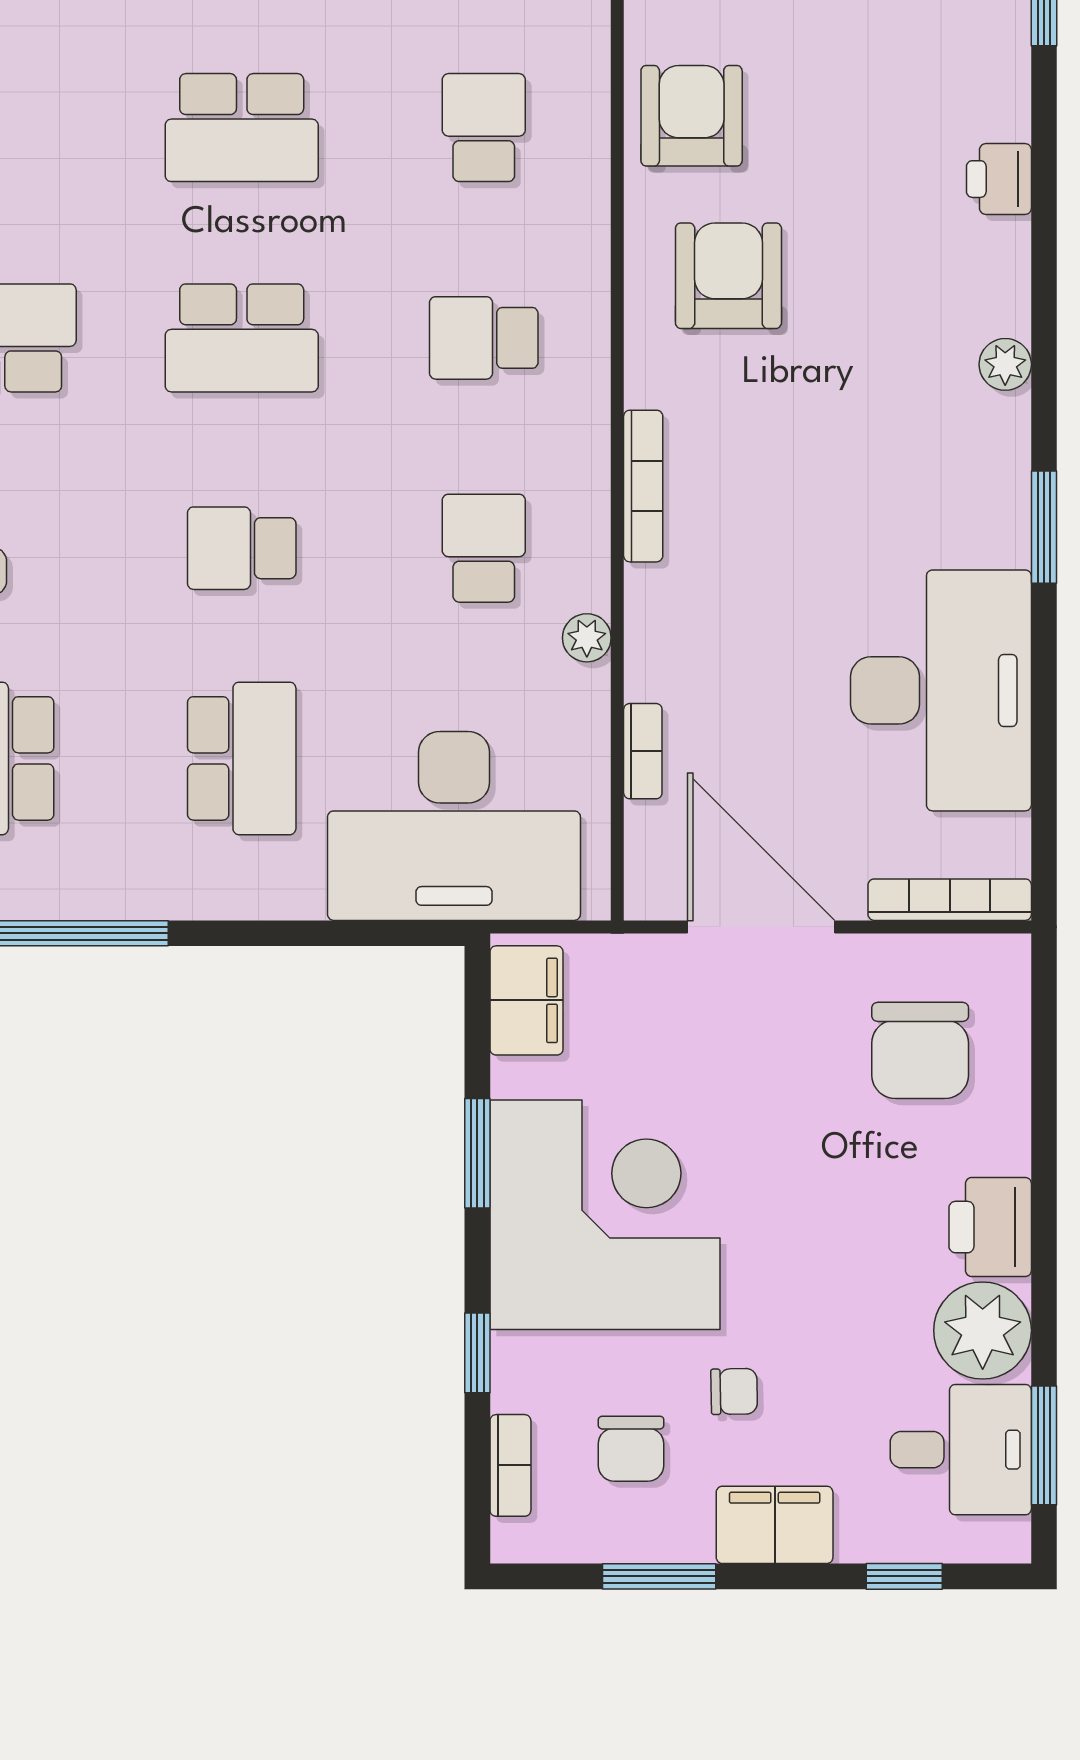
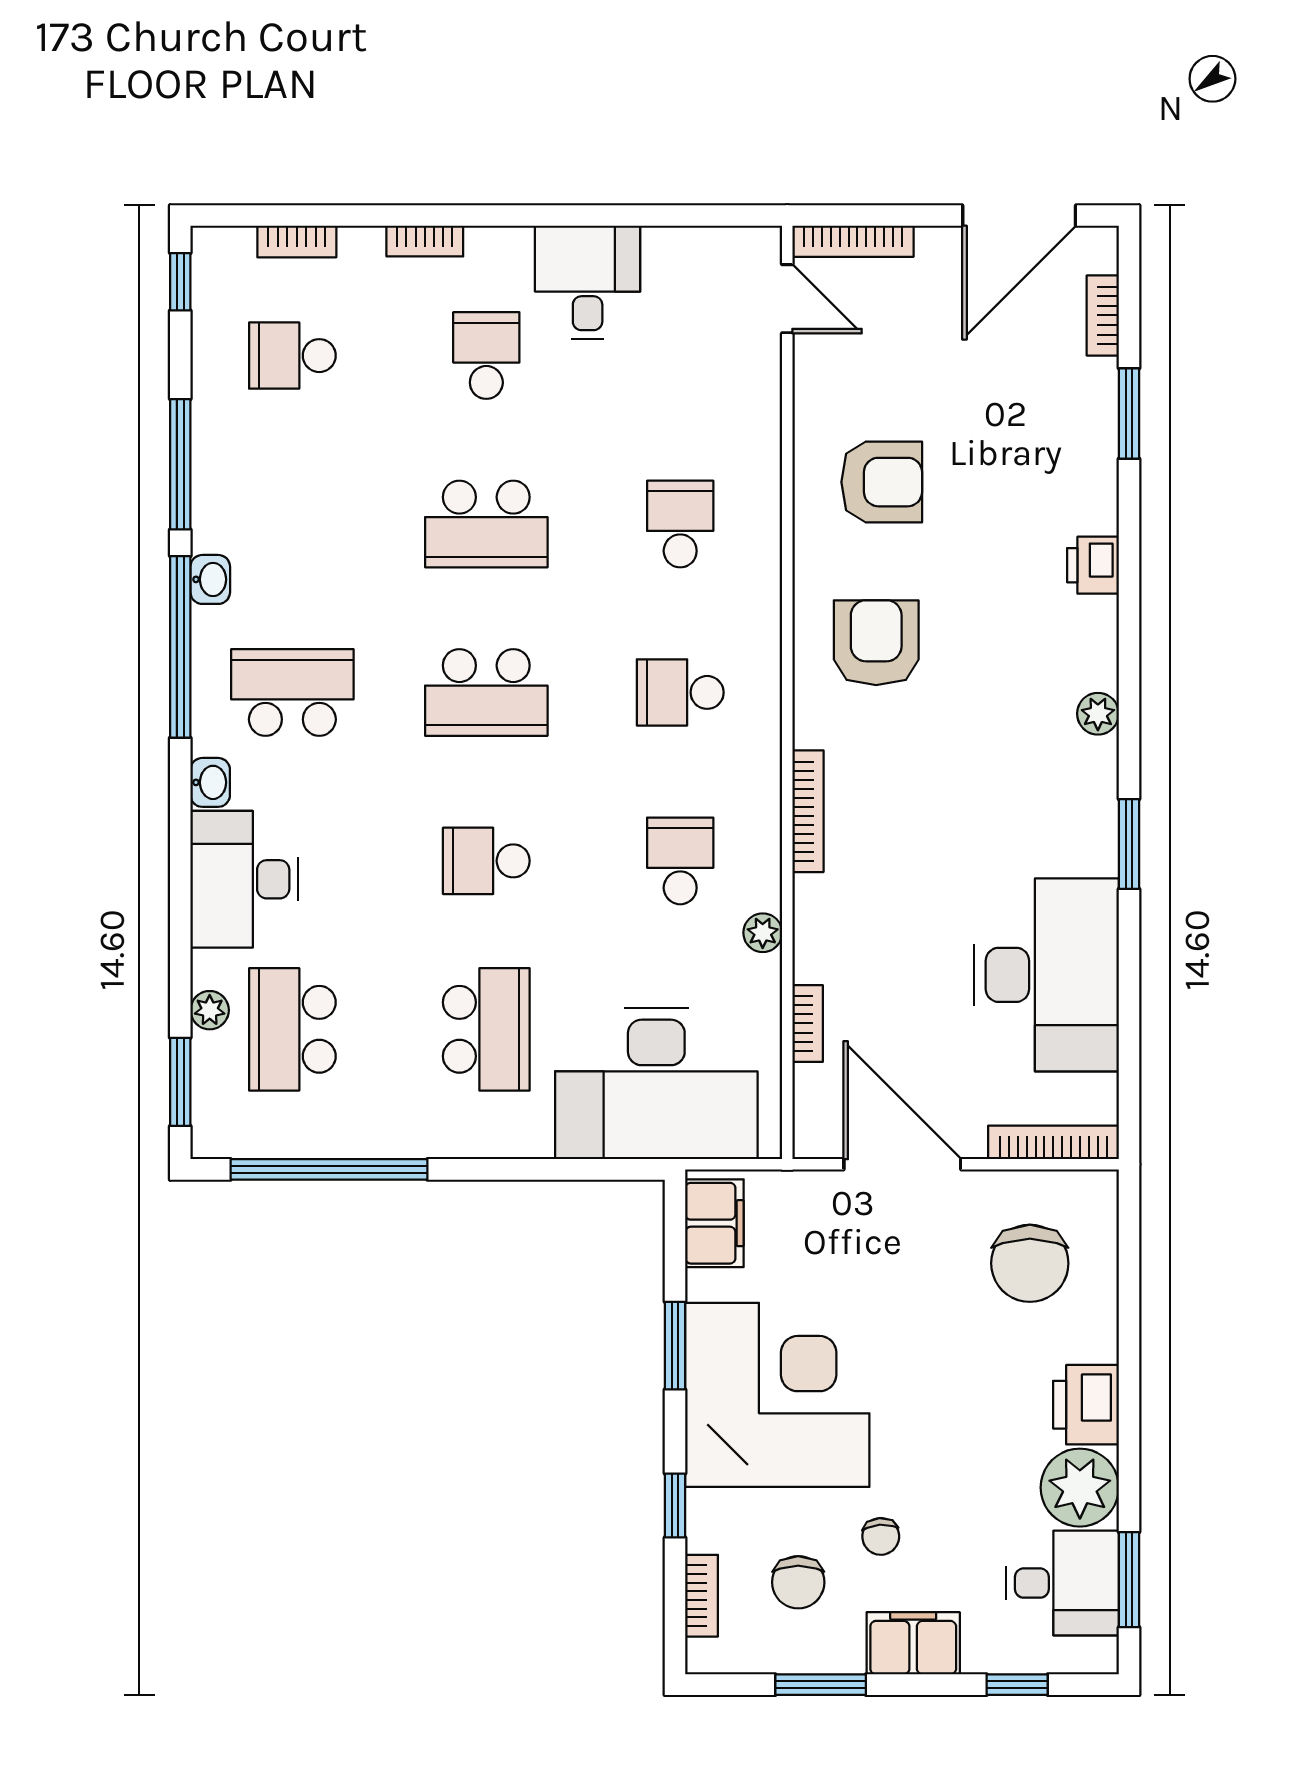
armchair: (692, 116) -> (882, 482), moved, turned 90
chair: (734, 1391) -> (881, 1536), turned 87

